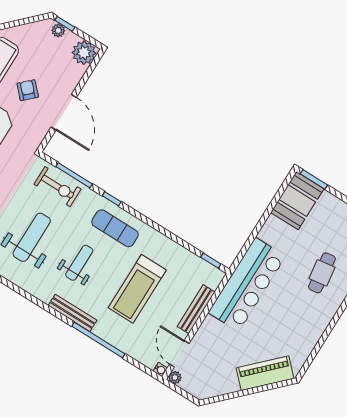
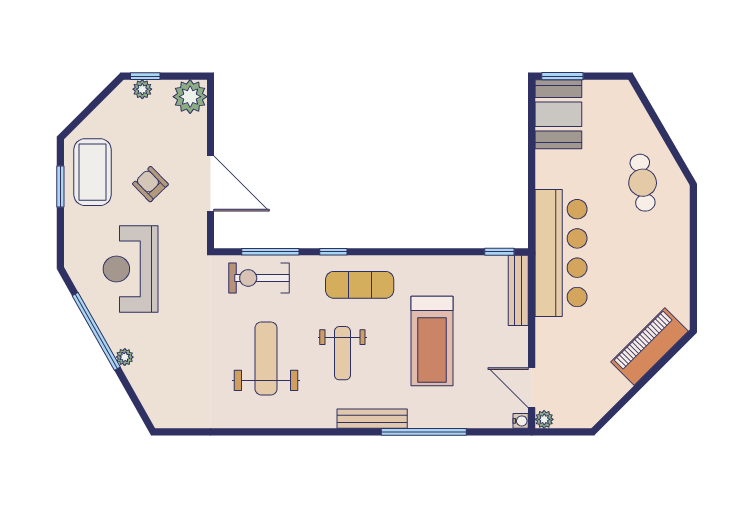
exercise bike: (58, 187) -> (259, 278), turned 180
weight bench: (79, 263) -> (342, 353), turned 180
bench: (196, 309) -> (518, 290), moved

